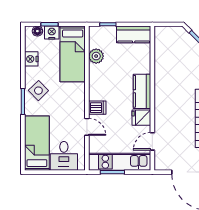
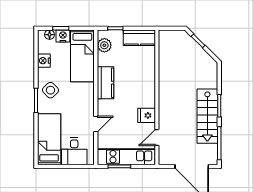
plant: (96, 56) -> (104, 45), moved
kitchen counter: (142, 91) -> (105, 83), moved, turned 180
dishwasher: (97, 108) -> (105, 106), removed
door: (87, 127) -> (96, 124), hinge flipped

